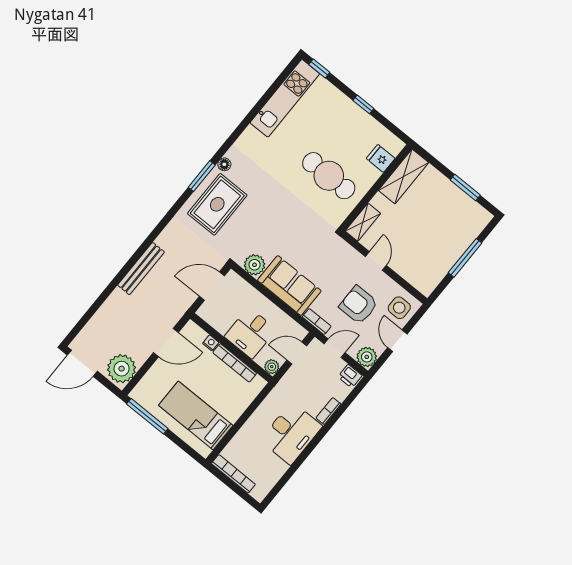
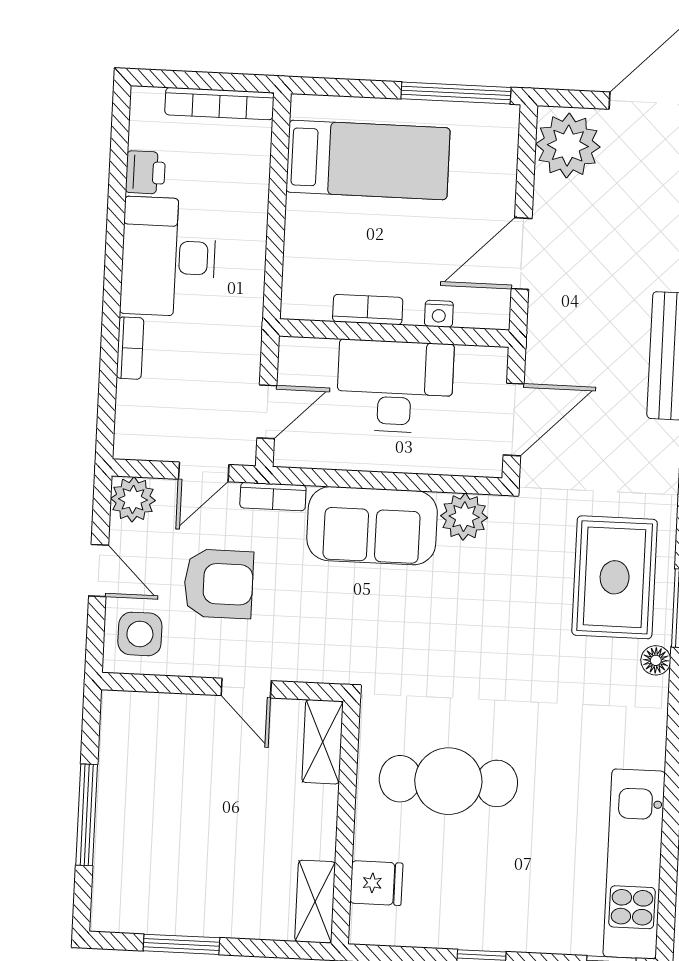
shelving: (403, 176) -> (315, 902), width x0.67, depth x0.75
desk: (250, 333) -> (395, 386), width x1.37
bookcase: (235, 363) -> (368, 310), width x0.64
plant: (272, 367) -> (294, 353), removed
printer: (350, 376) -> (145, 172), moved, turned 90

